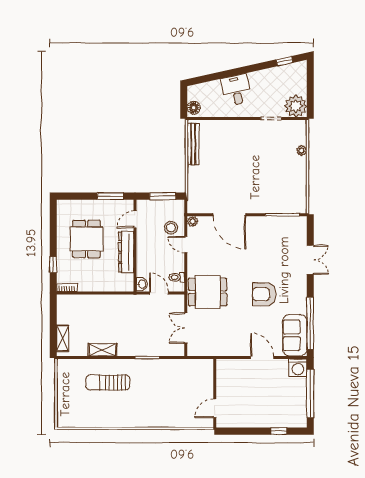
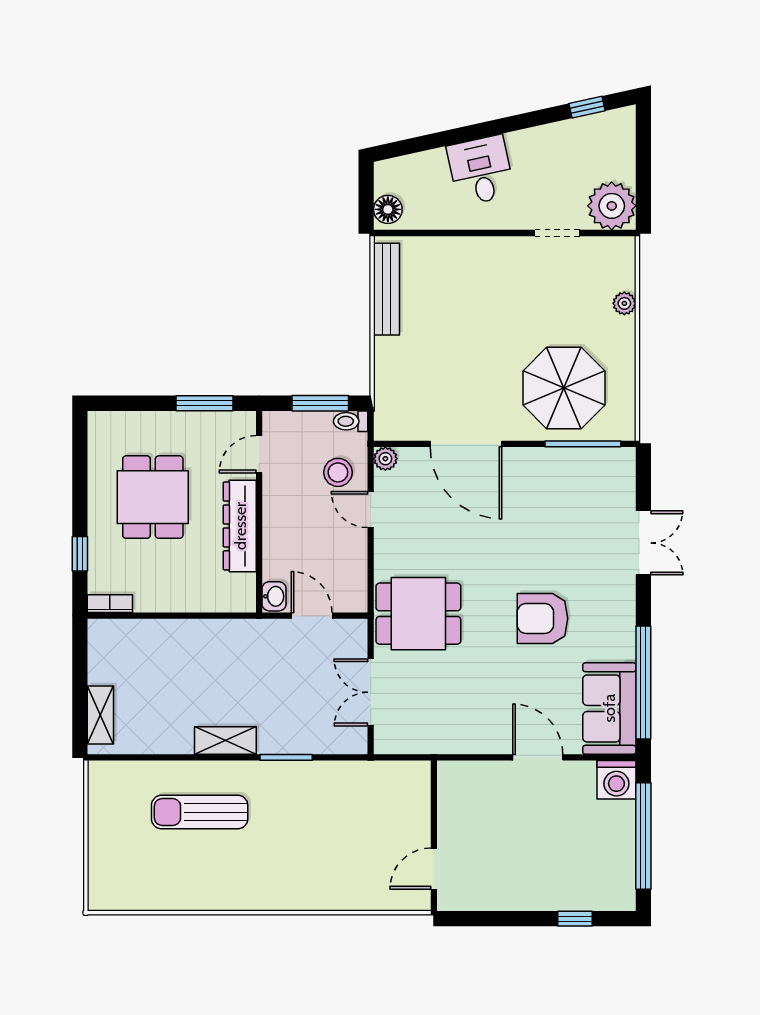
parasol: (274, 189) -> (564, 388), added
toilet: (177, 277) -> (351, 421), moved
shelving: (102, 350) -> (225, 740), moved

